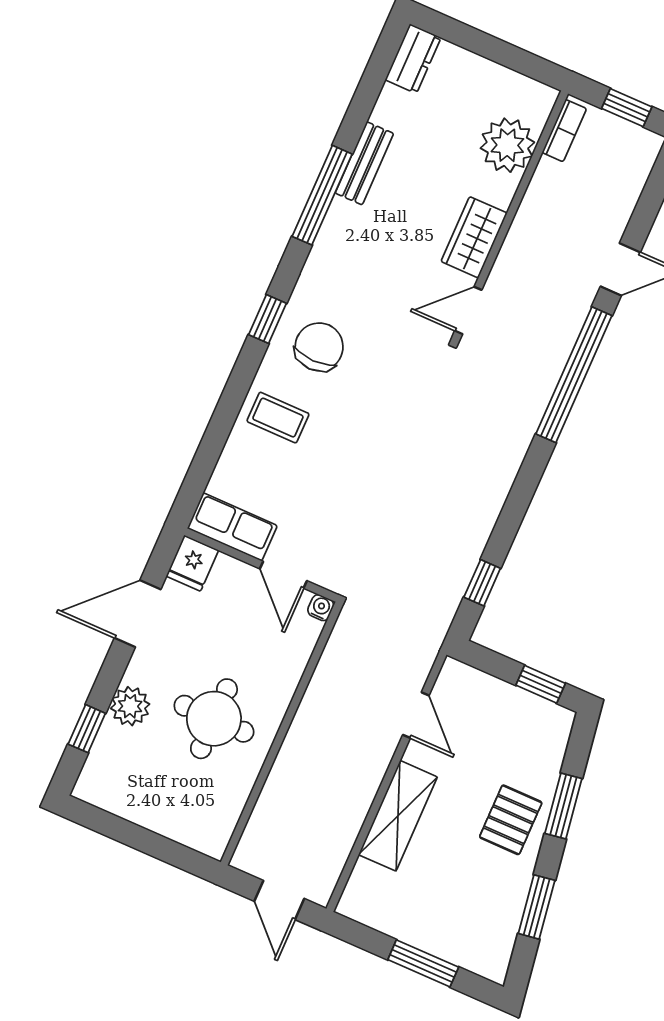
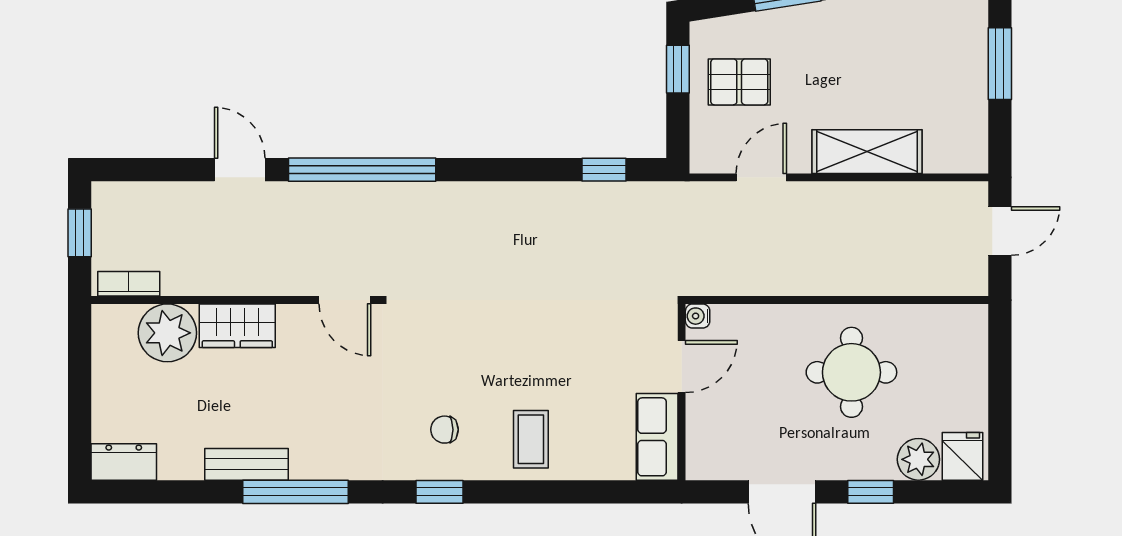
wardrobe: (474, 237) -> (237, 326), moved
chair: (319, 347) -> (444, 430), width x0.54, depth x0.54
fridge: (192, 563) -> (963, 456), moved, turned -90
plant: (130, 706) -> (918, 459), moved
window: (87, 729) -> (871, 492), moved
pallet: (511, 820) -> (739, 82), moved

